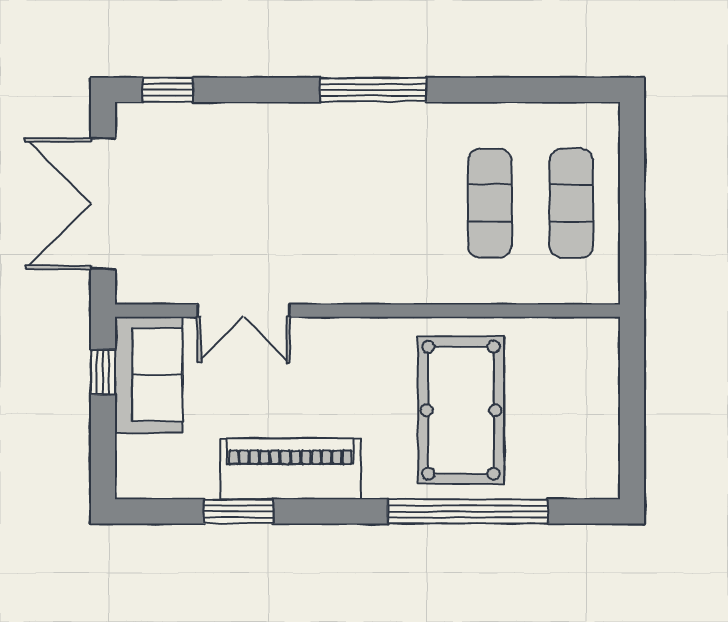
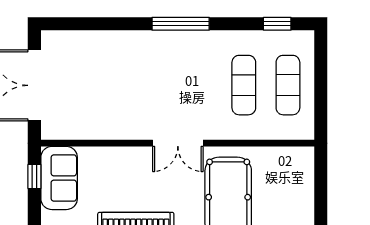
window: (168, 90) -> (277, 24), moved
double door: (244, 311) -> (178, 143), moved

